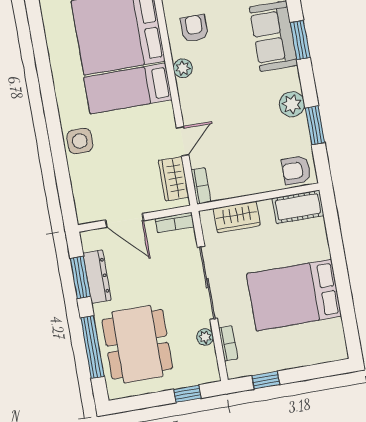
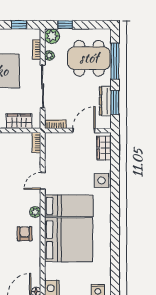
armchair: (194, 28) -> (25, 234), turned 180
door: (183, 141) -> (43, 181), moved
wardrobe: (174, 179) -> (104, 148), moved, turned 180
door: (124, 220) -> (84, 130), hinge flipped
dining table: (137, 344) -> (89, 58), turned 90
plant: (206, 371) -> (52, 36), added

